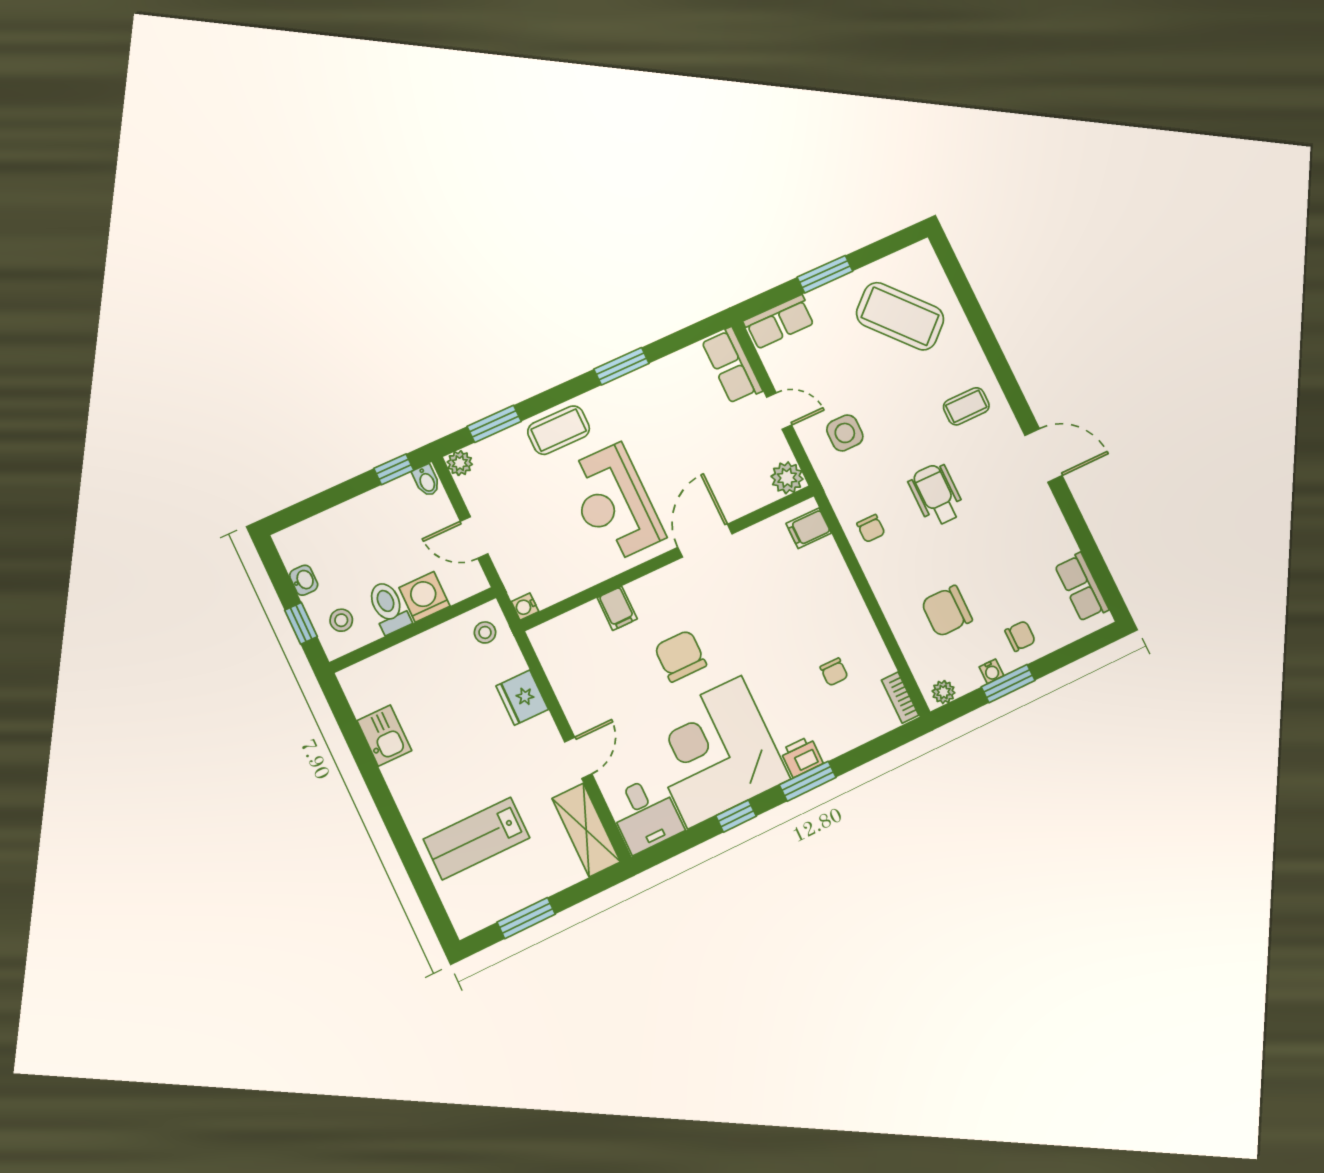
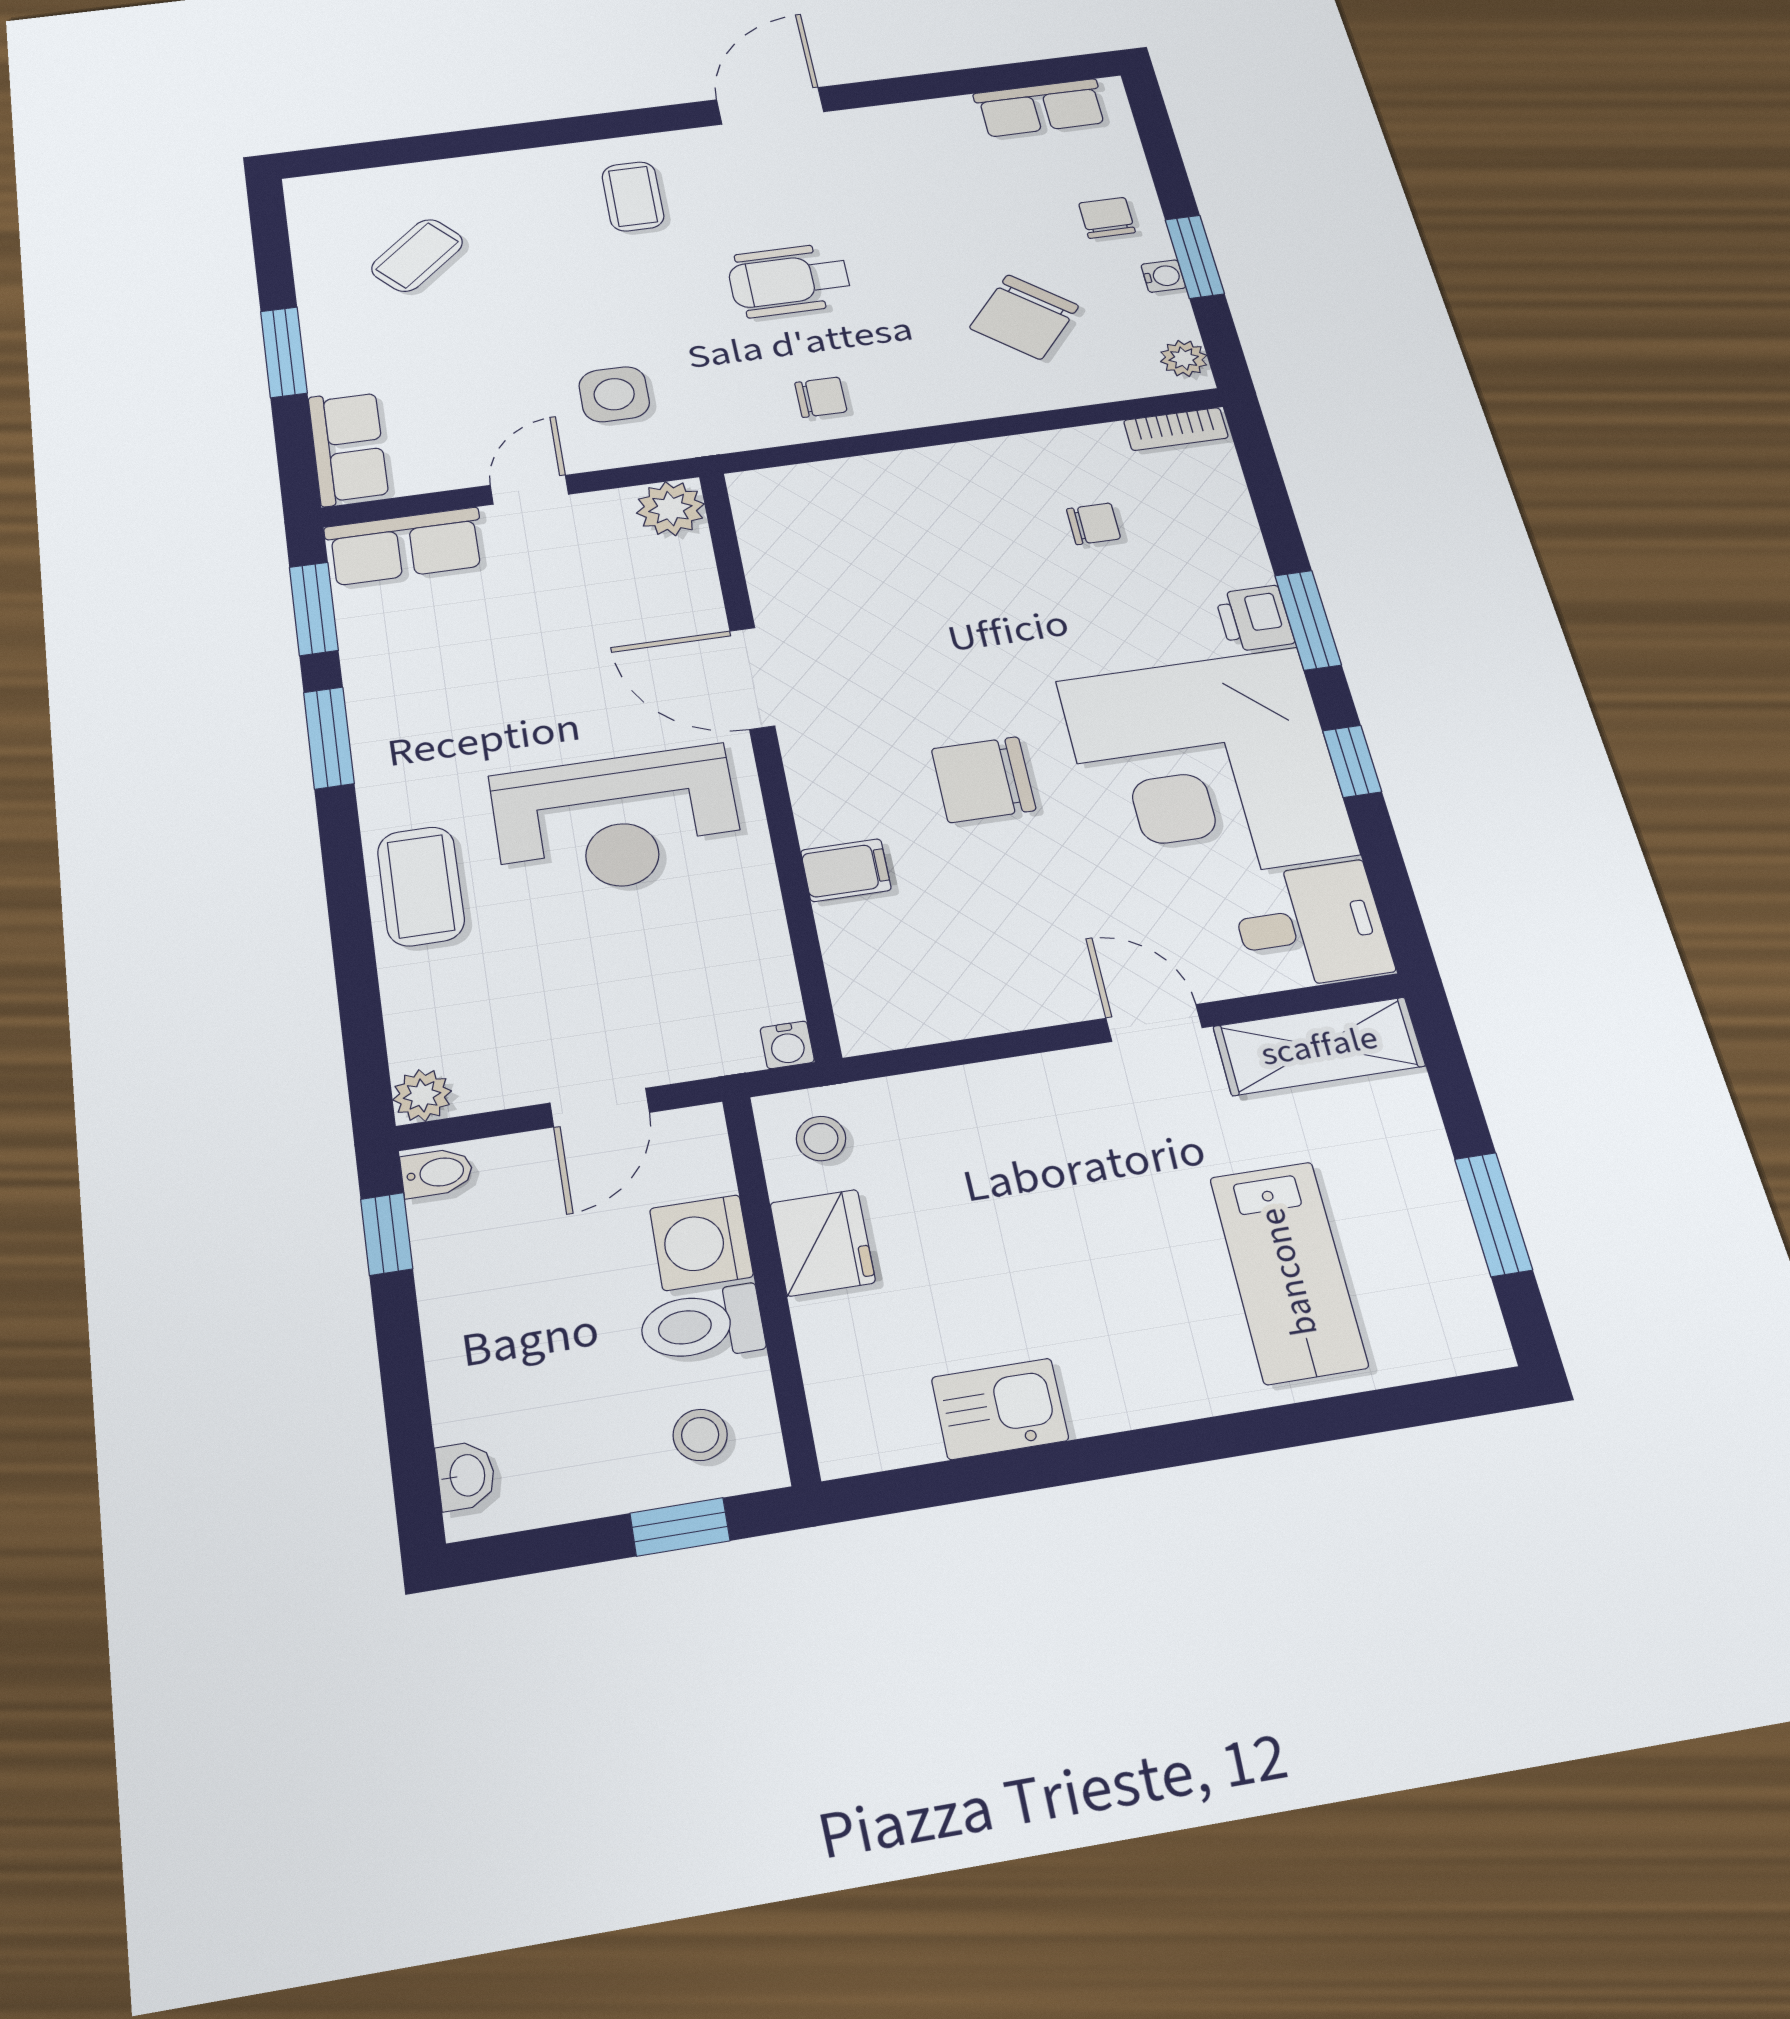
coffee table: (900, 316) -> (417, 255), width x0.54, depth x0.58
window: (494, 424) -> (314, 609), moved
filing cabinet: (809, 528) -> (786, 497), removed
washbasin: (304, 580) -> (466, 1476), moved, turned 90
chair: (947, 611) -> (1024, 317), turned 40
fridge: (522, 698) -> (823, 1243), moved, turned -90

